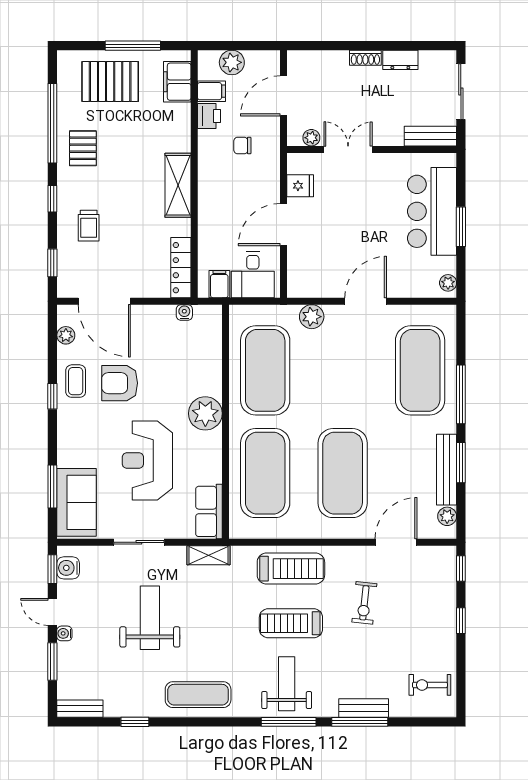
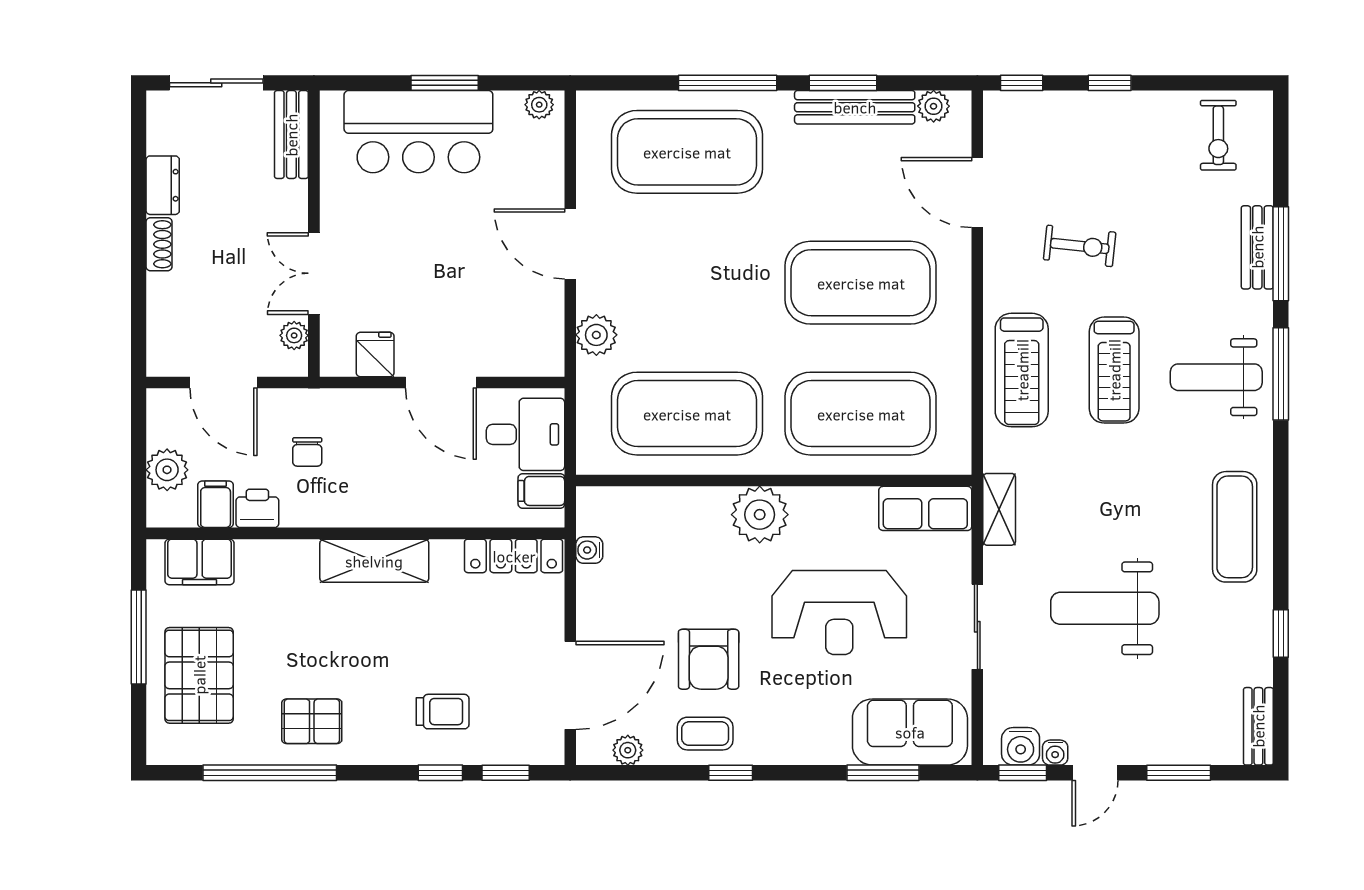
window: (52, 199) -> (440, 773), moved
treadmill: (291, 569) -> (1022, 370), turned 180
water cooler: (64, 633) -> (1055, 753), moved

